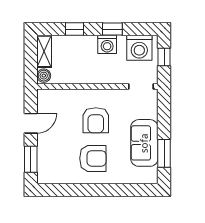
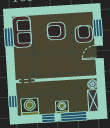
window: (75, 29) -> (74, 117), width x2.17
washing machine: (107, 44) -> (62, 107), moved
armchair: (96, 120) -> (84, 34), moved
sofa: (144, 143) -> (22, 32), moved

